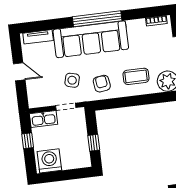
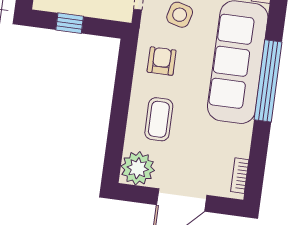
armchair: (102, 84) -> (162, 61), turned -82

